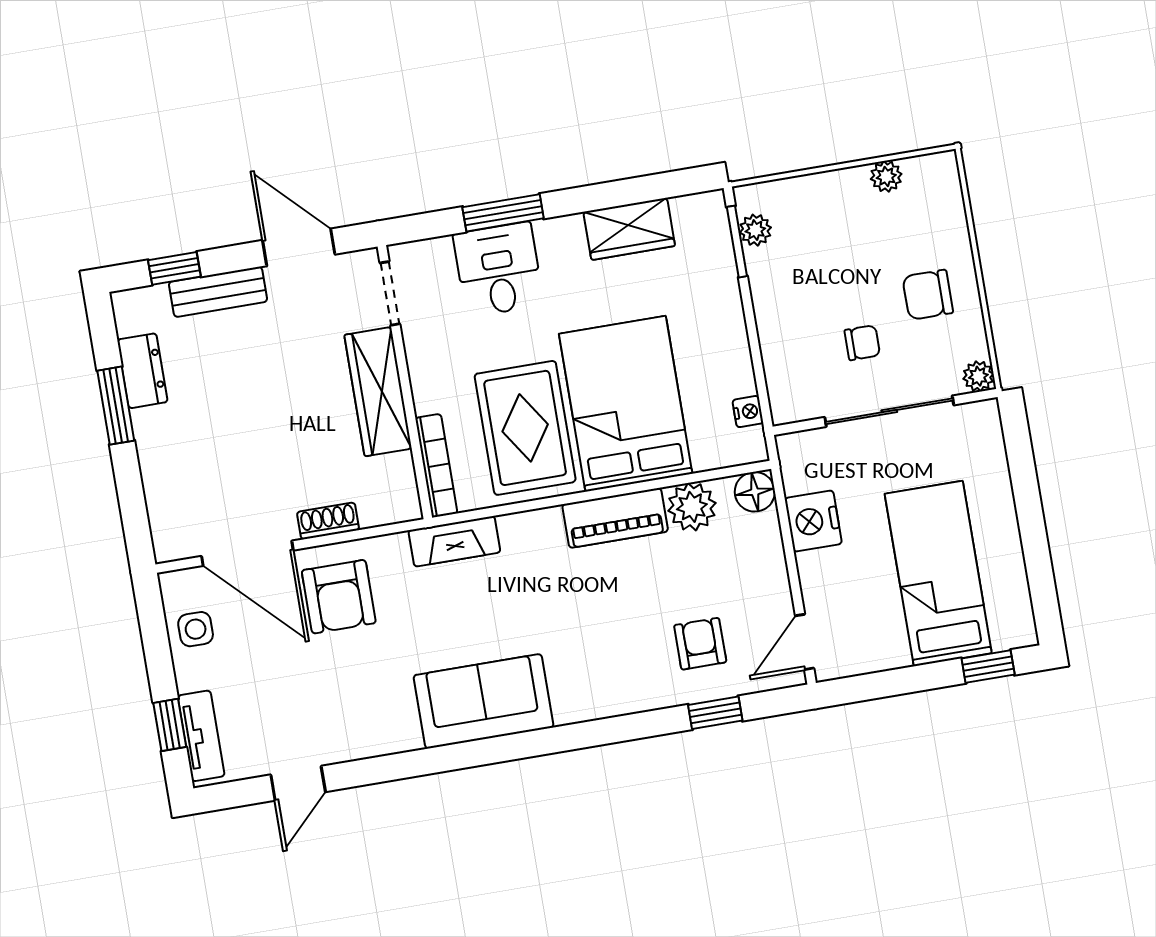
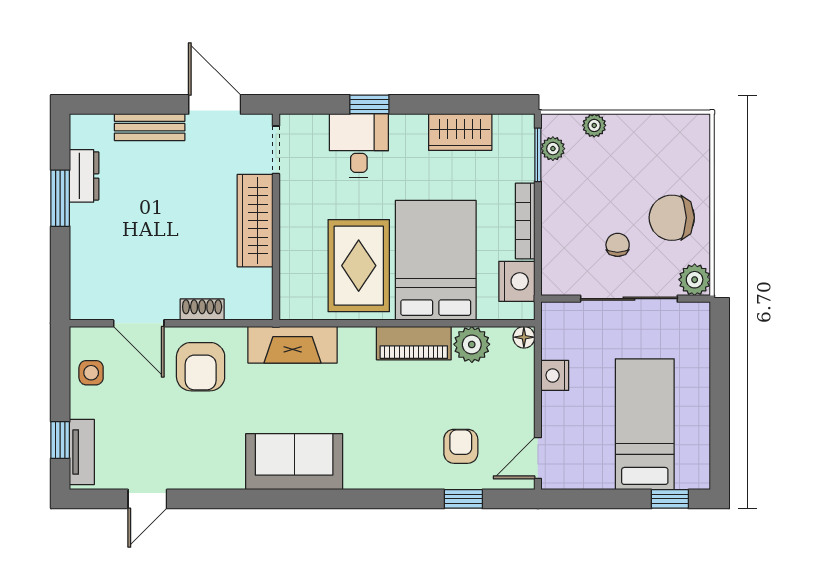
plant: (886, 176) -> (594, 125), moved
window: (503, 213) -> (369, 104), width x0.67
window: (174, 268) -> (120, 104), removed
chair: (928, 295) -> (672, 218), width x1.37, depth x1.37
chair: (862, 343) -> (618, 245), turned -90
plant: (978, 376) -> (695, 280), width x1.38, depth x1.38
nightstand: (748, 412) -> (517, 281), width x1.89, depth x1.79
bookcase: (436, 466) -> (525, 221), moved, turned 180
floor lamp: (755, 492) -> (524, 337), width x0.73, depth x0.73
nightstand: (813, 521) -> (555, 375), width x0.74, depth x0.75
fireplace: (454, 541) -> (293, 345), width x1.37, depth x1.32
door: (247, 553) -> (139, 323), width x0.73

